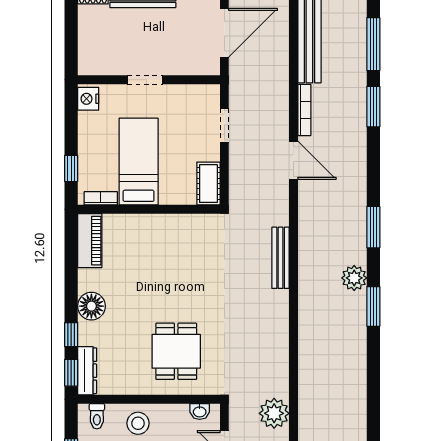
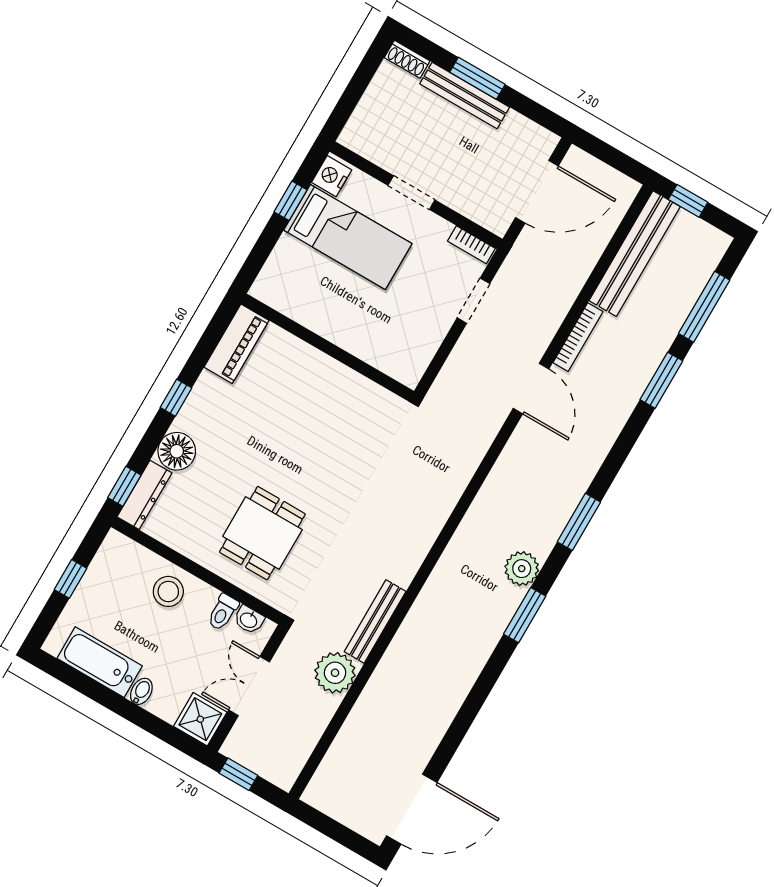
bed: (139, 162) -> (348, 237), moved, turned 90
window: (71, 168) -> (291, 201), moved
cot: (208, 184) -> (415, 358), removed
bookcase: (101, 198) -> (471, 245), moved, turned 180
bench: (281, 258) -> (375, 621), moved
floor lamp: (91, 306) -> (177, 451), moved
window: (71, 335) -> (176, 398), moved
toilet: (97, 416) -> (223, 612), moved

